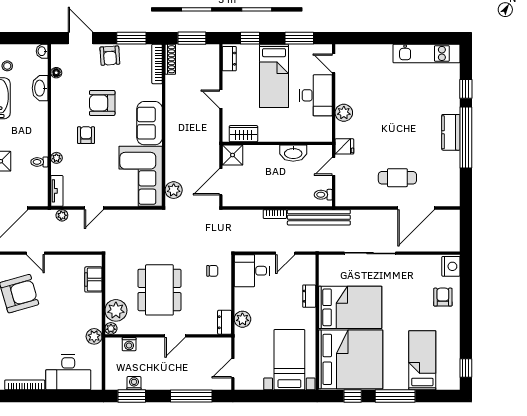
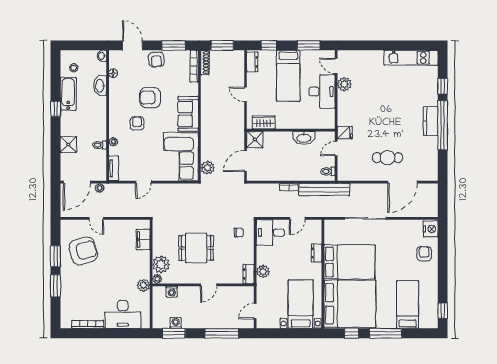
plant: (344, 113) -> (344, 84), moved
plant: (62, 215) -> (100, 188), moved
dining table: (159, 290) -> (196, 248), width x0.73

